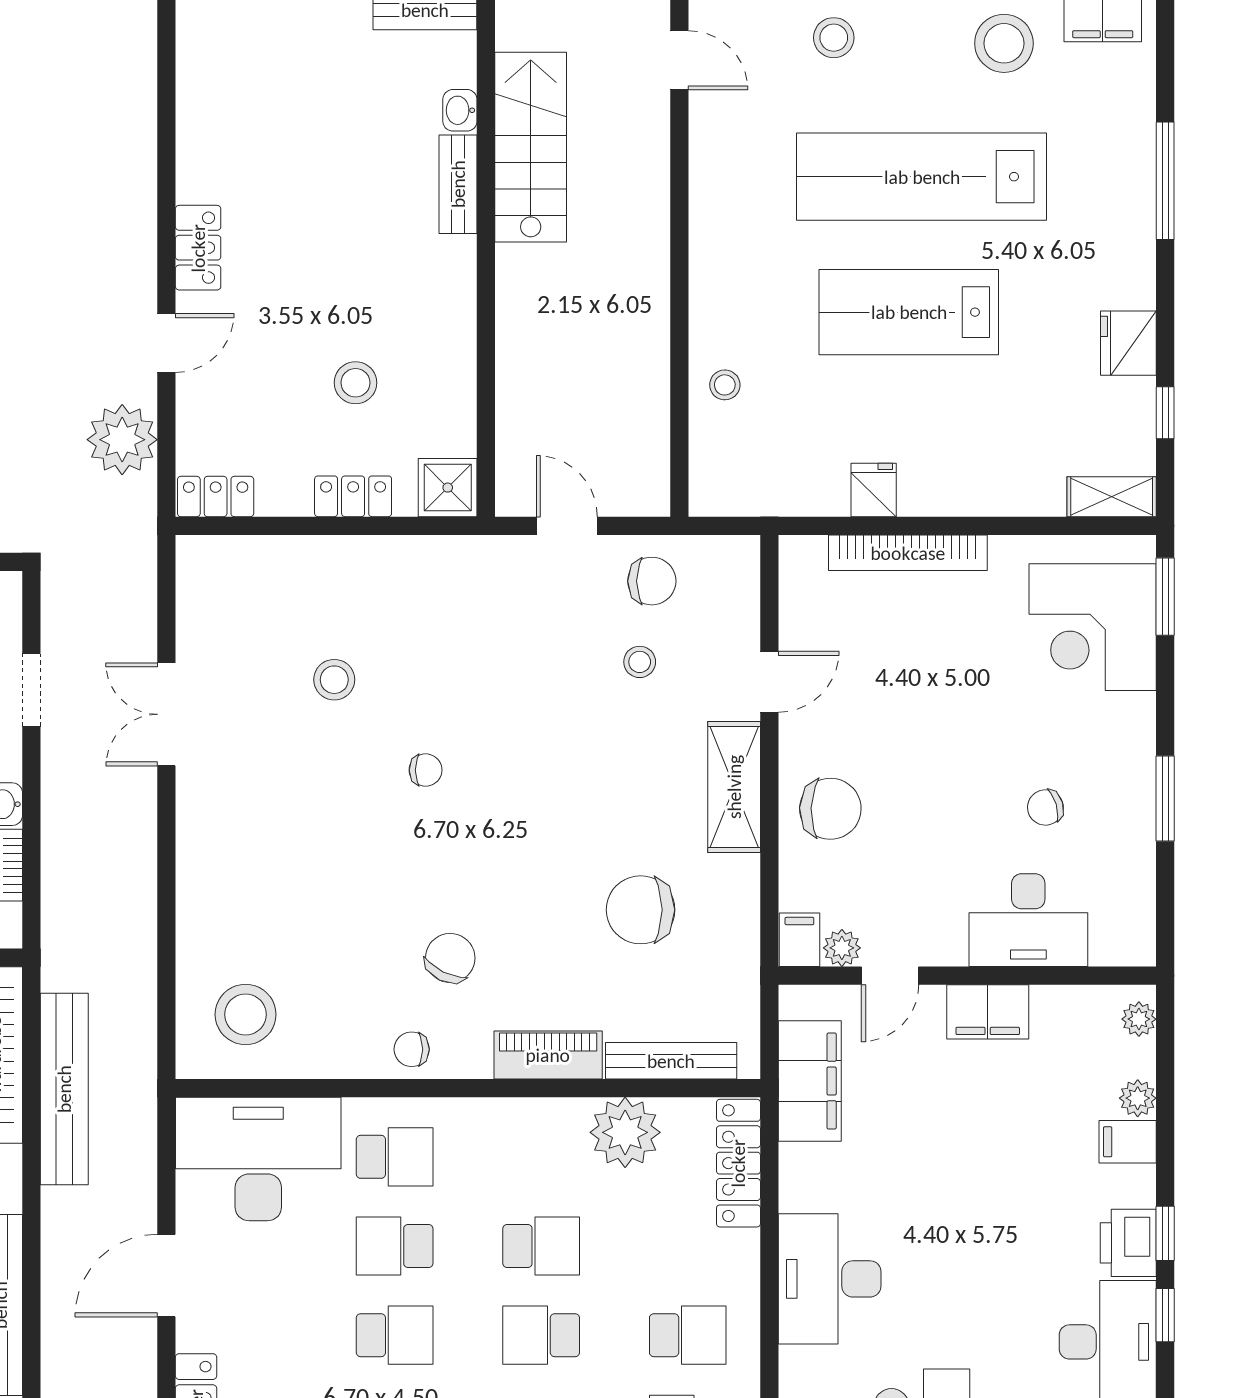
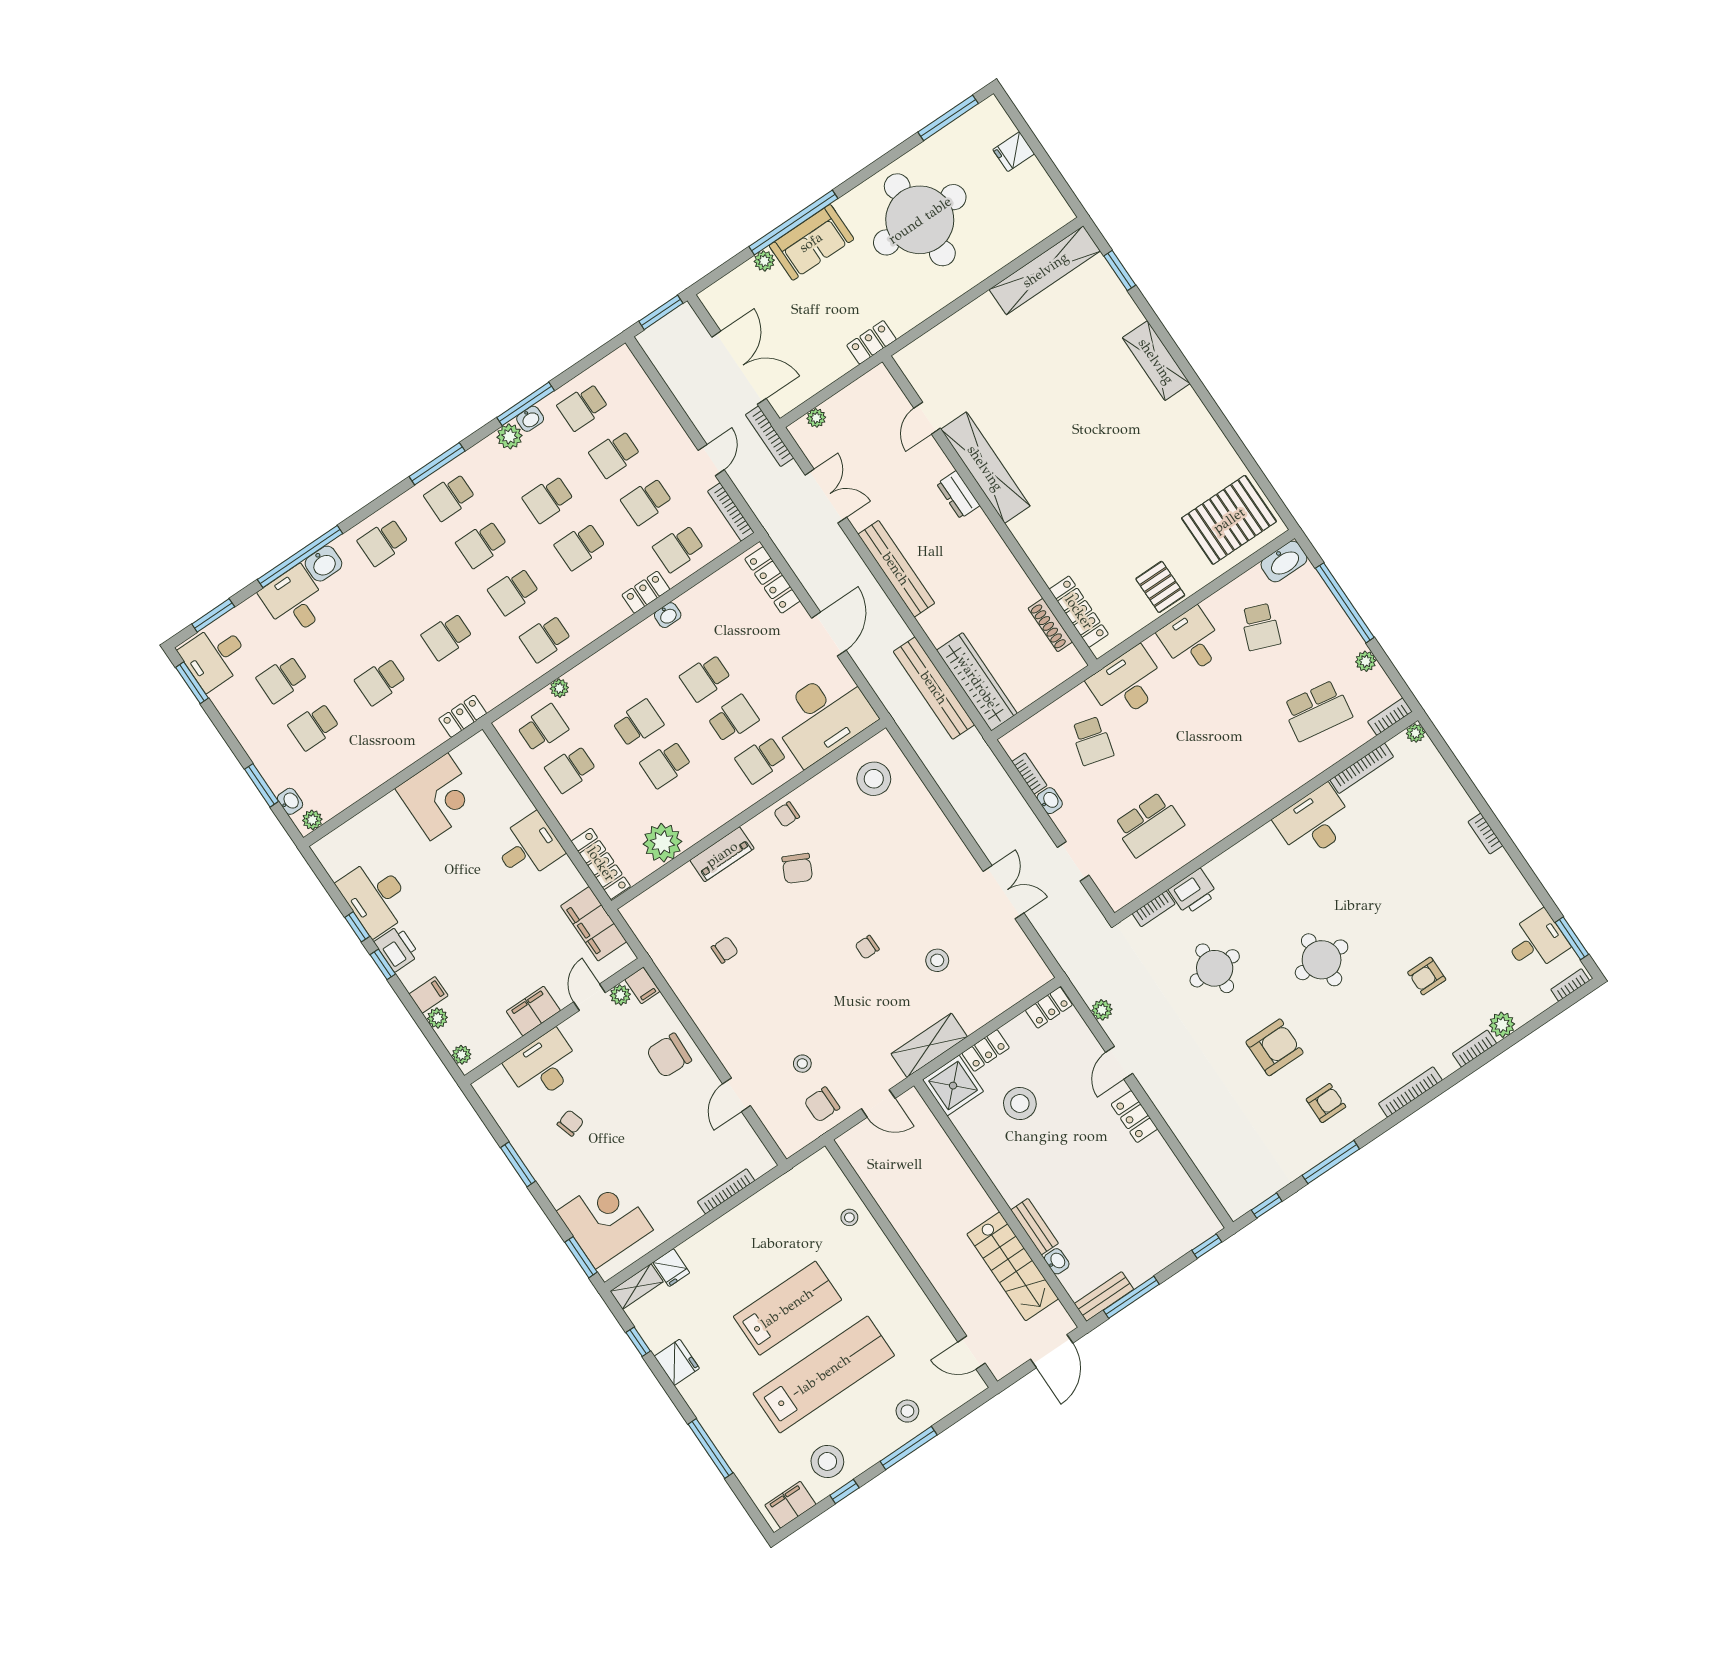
stool: (356, 383) -> (1020, 1103), width x1.38, depth x1.38
plant: (122, 440) -> (1102, 1010), width x0.53, depth x0.53
shower: (448, 488) -> (953, 1086), width x1.36, depth x1.36
fridge: (874, 490) -> (671, 1268), moved
bookcase: (908, 553) -> (726, 1191), width x0.68, depth x0.76
shelving: (734, 787) -> (929, 1045), moved, turned 90
chair: (641, 910) -> (725, 950), width x0.54, depth x0.54
chair: (412, 1049) -> (787, 814), turned 180
bench: (671, 1061) -> (664, 890), removed
desk: (830, 1279) -> (528, 847), width x0.73

